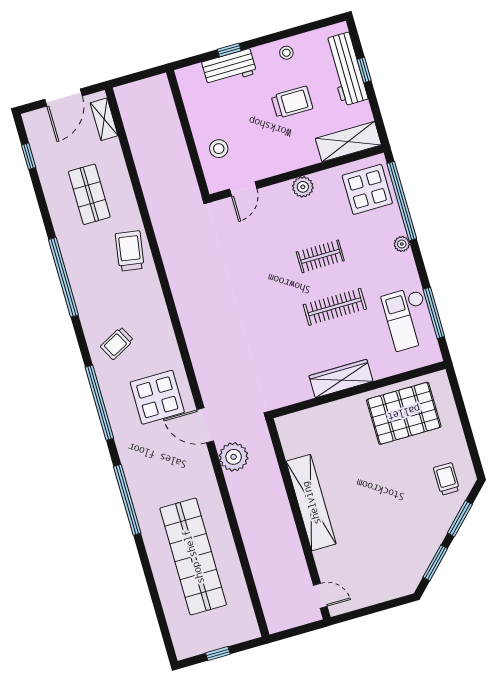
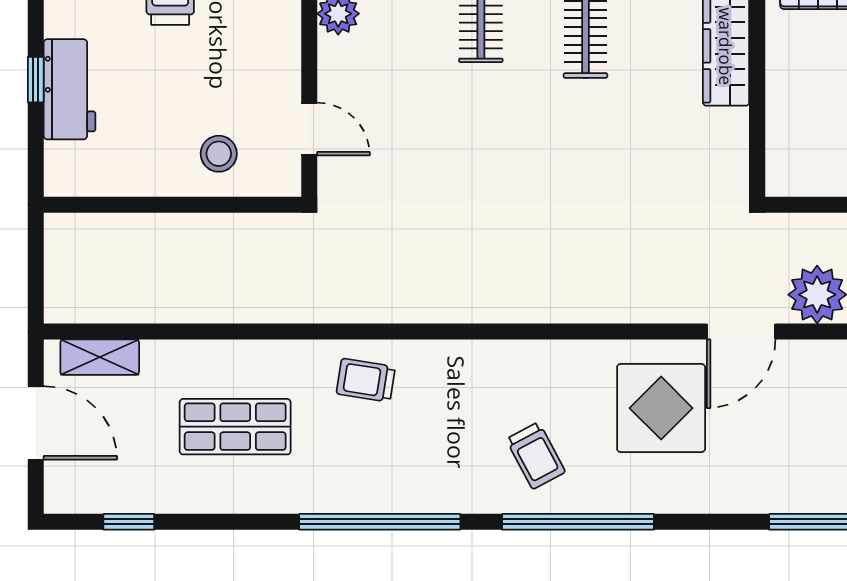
trolley: (130, 251) -> (366, 380), width x0.73, depth x0.72
window: (99, 403) -> (578, 522), moved

